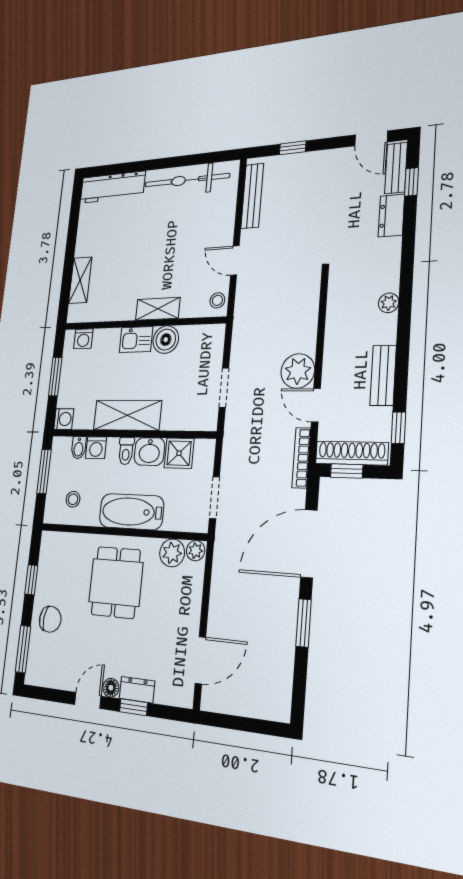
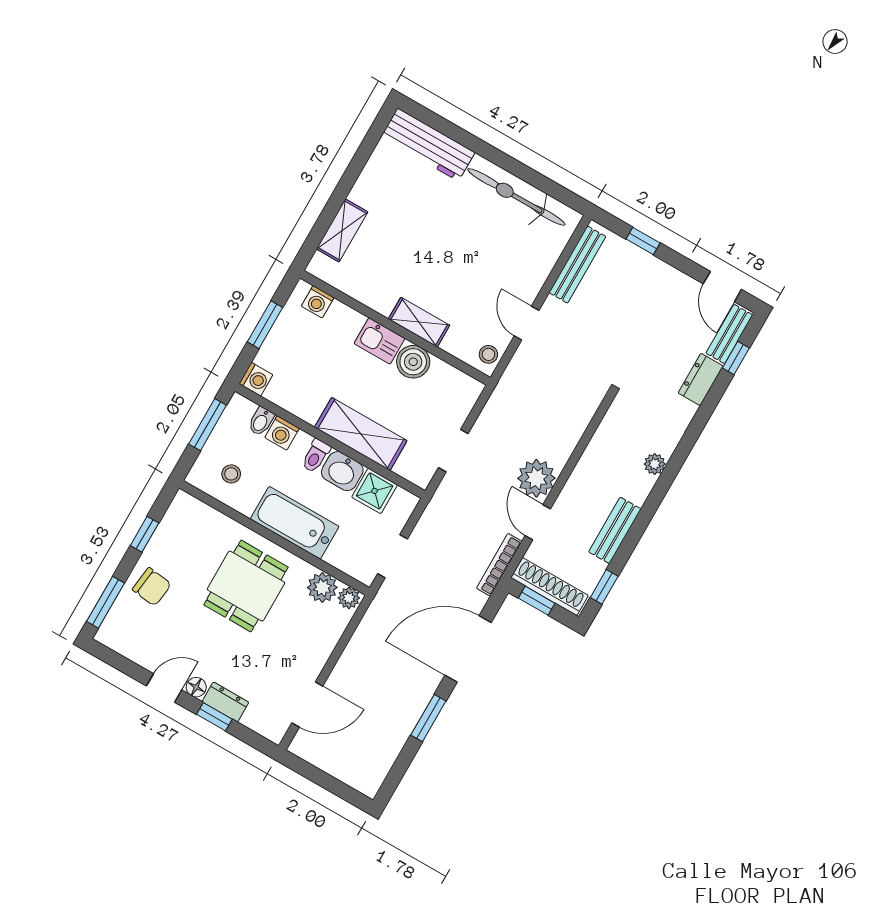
shelving: (127, 415) -> (361, 434), moved

